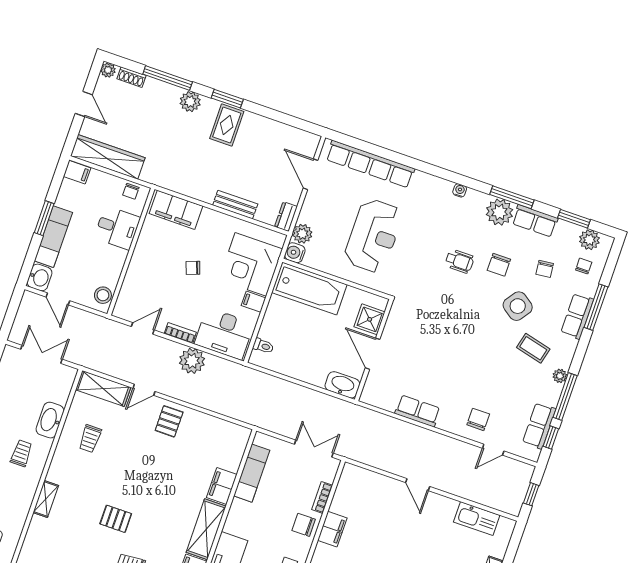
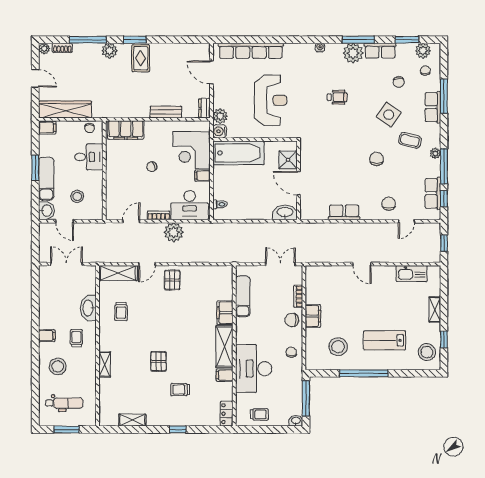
chair: (499, 265) -> (377, 159), moved, turned 180
stool: (103, 295) -> (77, 196), moved
pallet: (116, 519) -> (159, 361), turned 90

